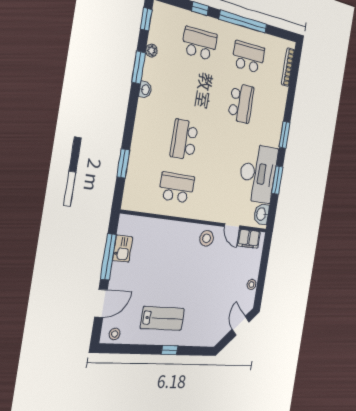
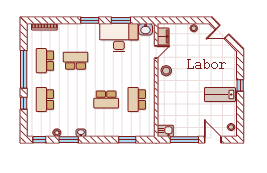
kitchen sink: (123, 249) -> (165, 131), moved
lab bench: (162, 318) -> (220, 95), turned -90

